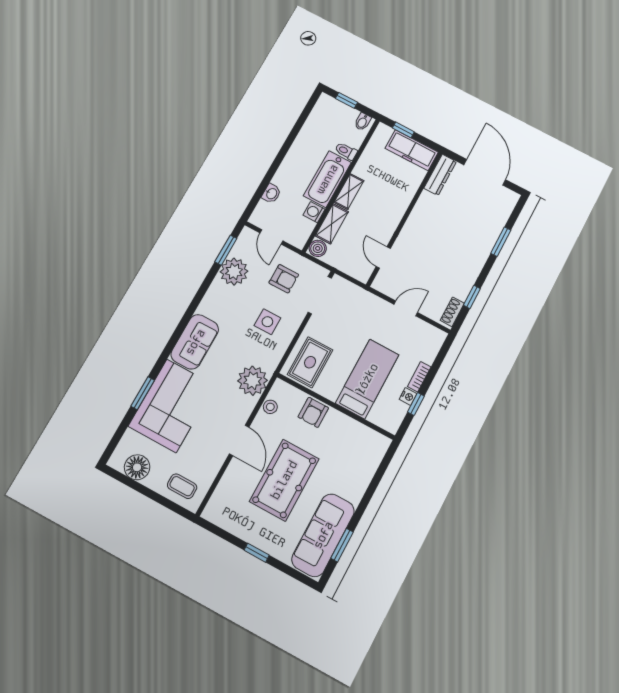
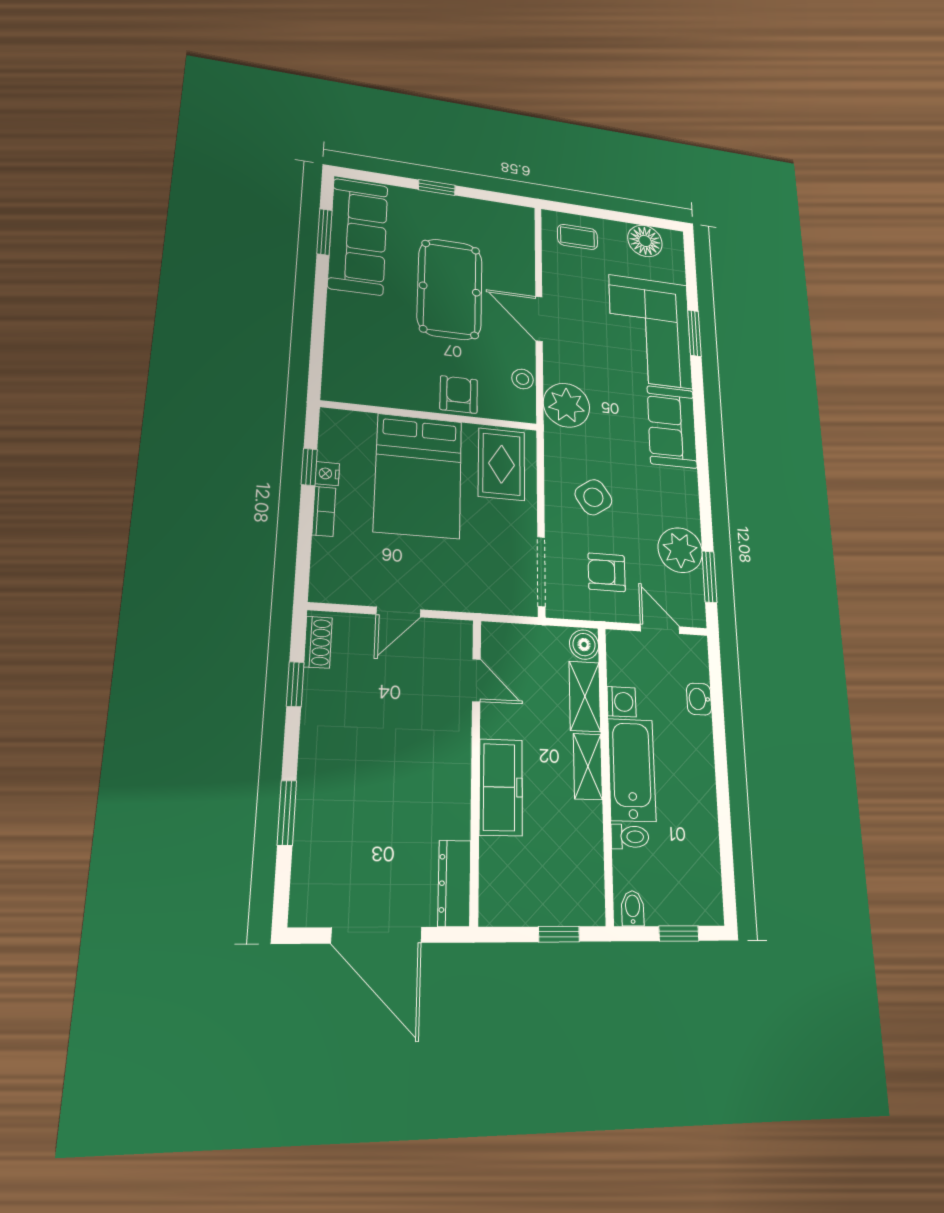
freezer: (412, 150) -> (501, 787), moved, turned 90
side table: (267, 322) -> (593, 497), turned -34
bed: (367, 379) -> (418, 476), width x1.50

